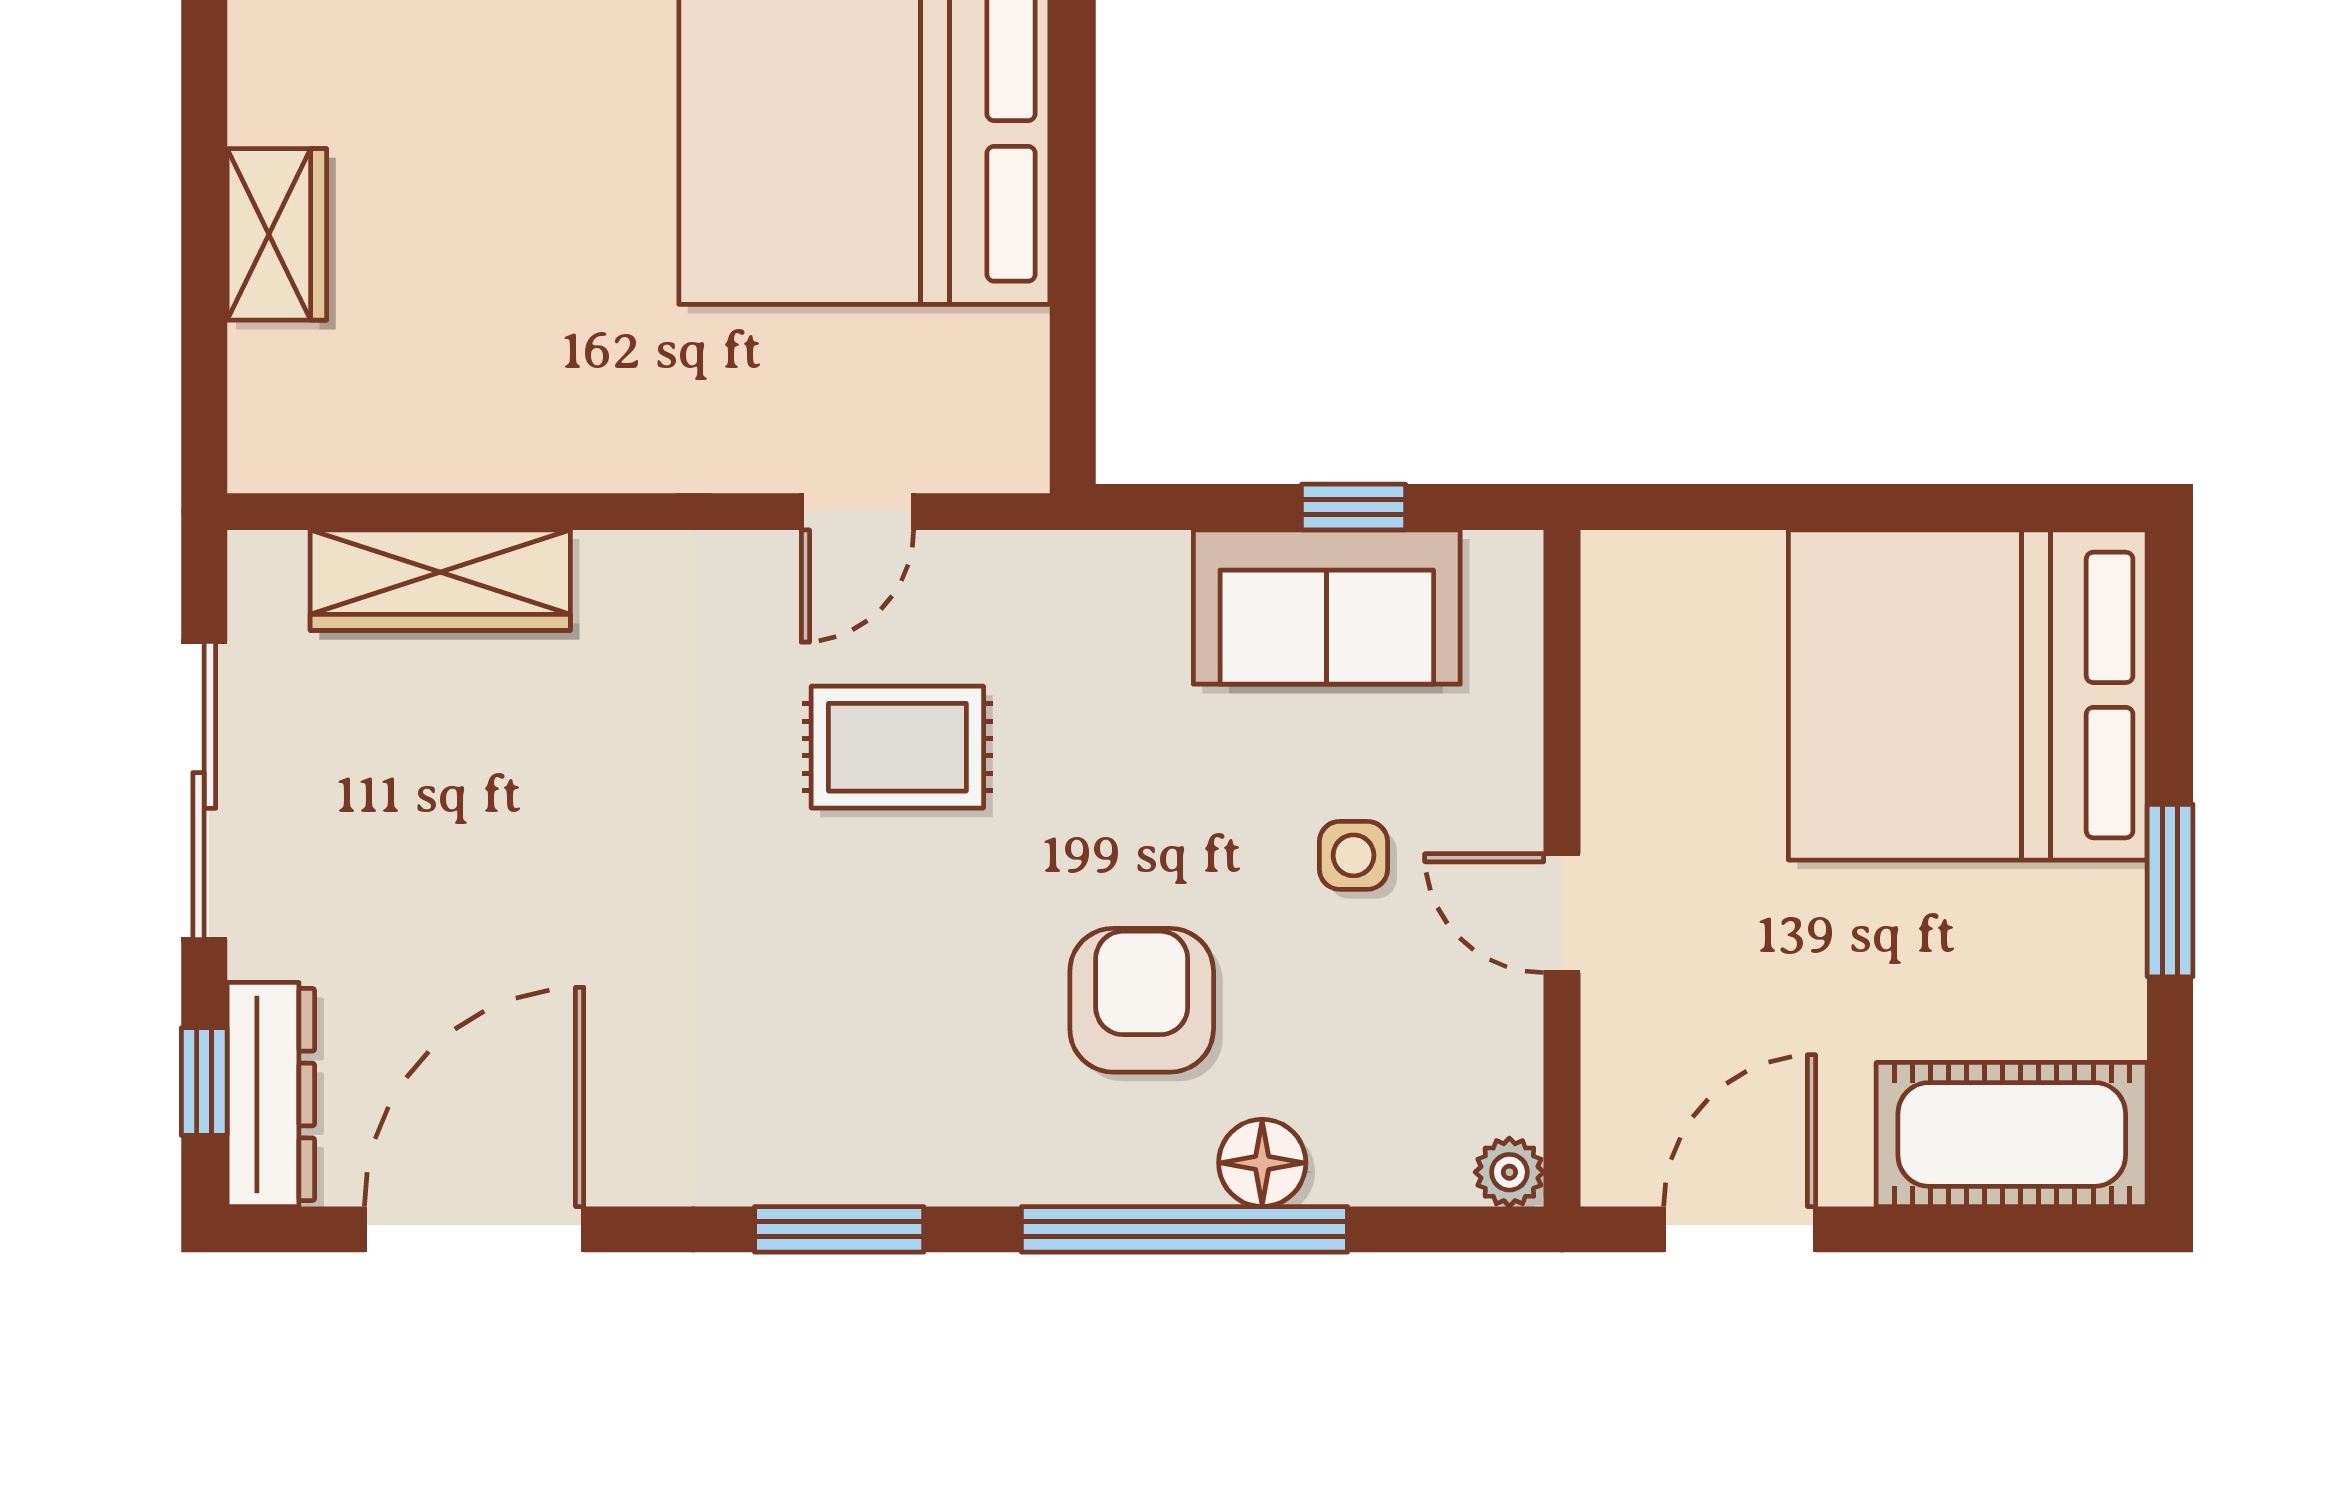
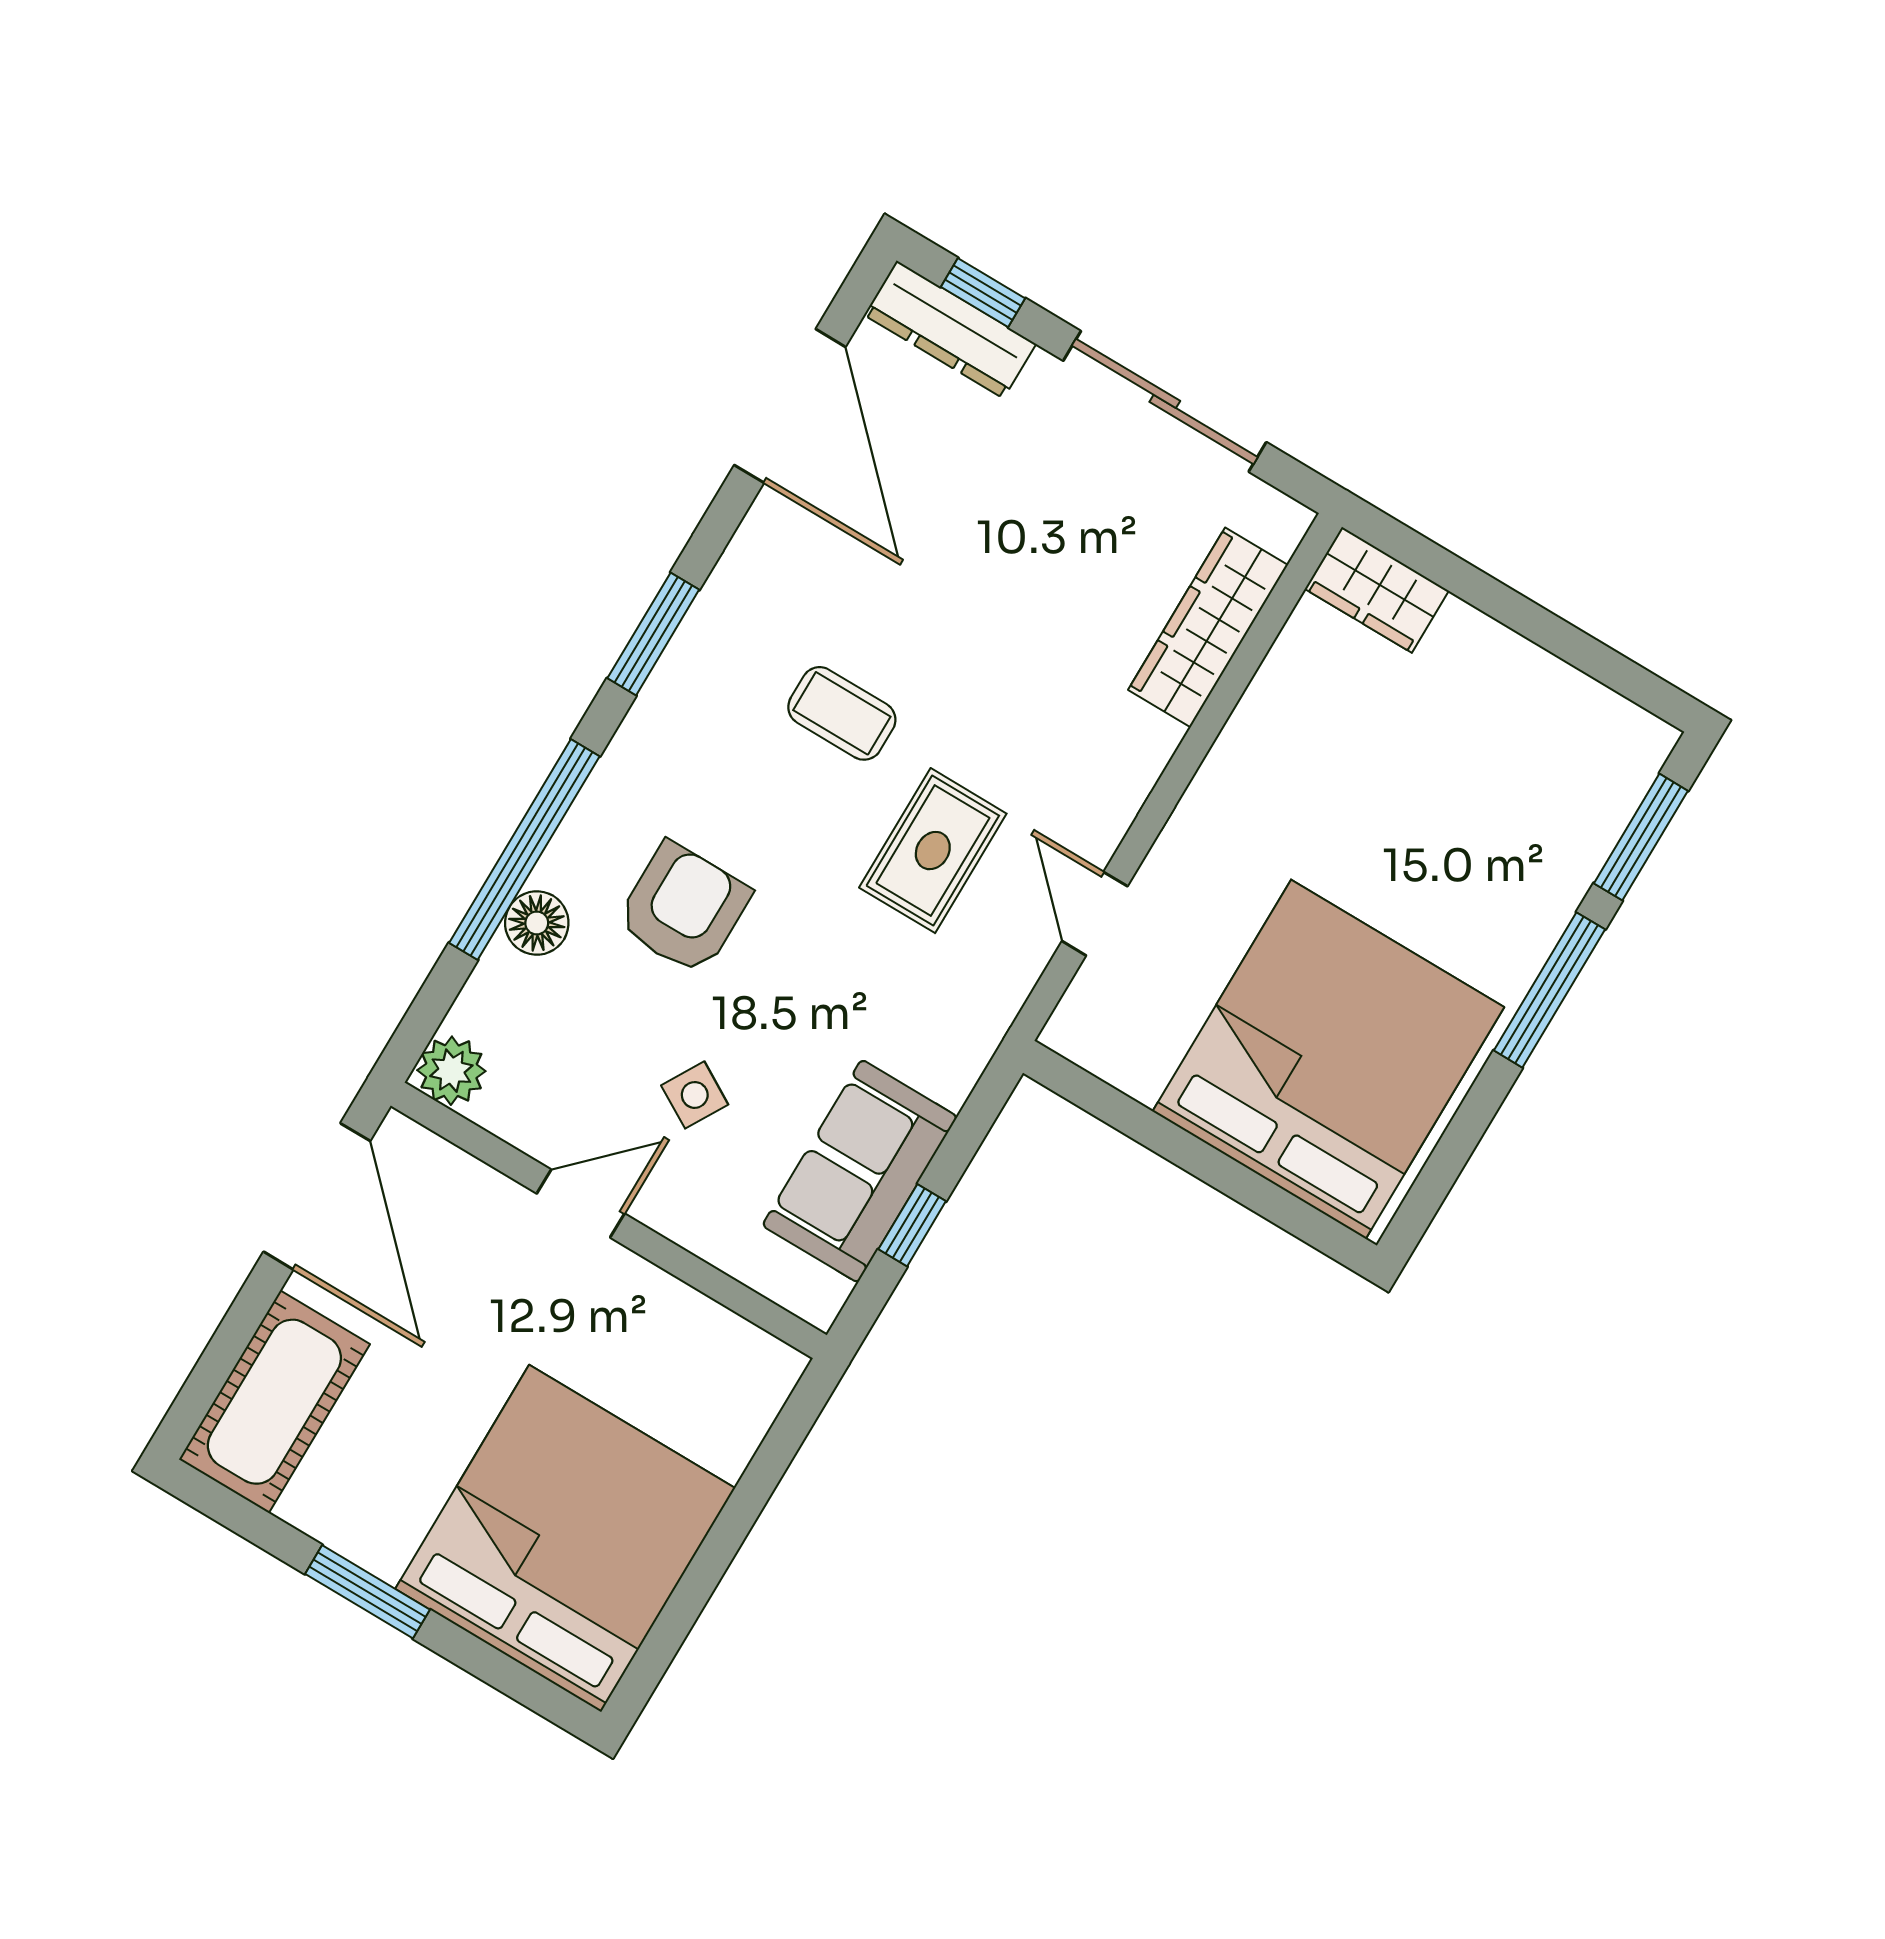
wardrobe: (277, 234) -> (1377, 590), moved
side table: (1354, 855) -> (695, 1095), turned 30
coffee table: (800, 951) -> (842, 713), added
armchair: (1142, 1000) -> (683, 908), turned -90
plant: (1509, 1172) -> (451, 1071), width x1.38, depth x1.38
door: (1740, 1229) -> (317, 1196), width x1.36

